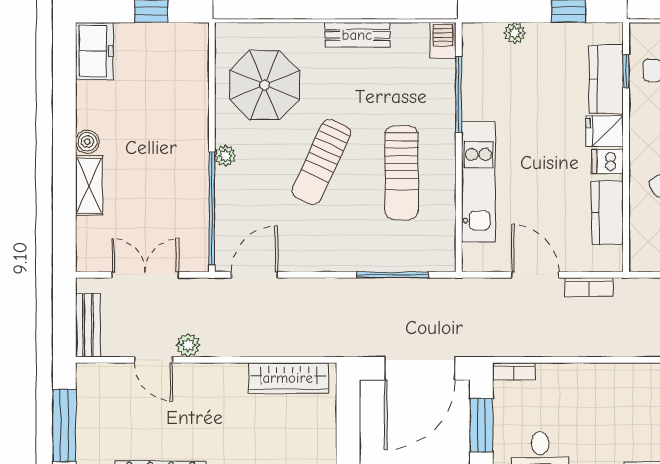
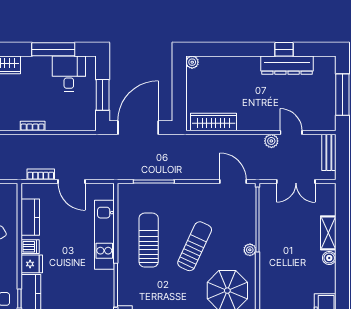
door: (255, 275) -> (233, 181), swing flipped
bookcase: (514, 371) -> (33, 126), moved

